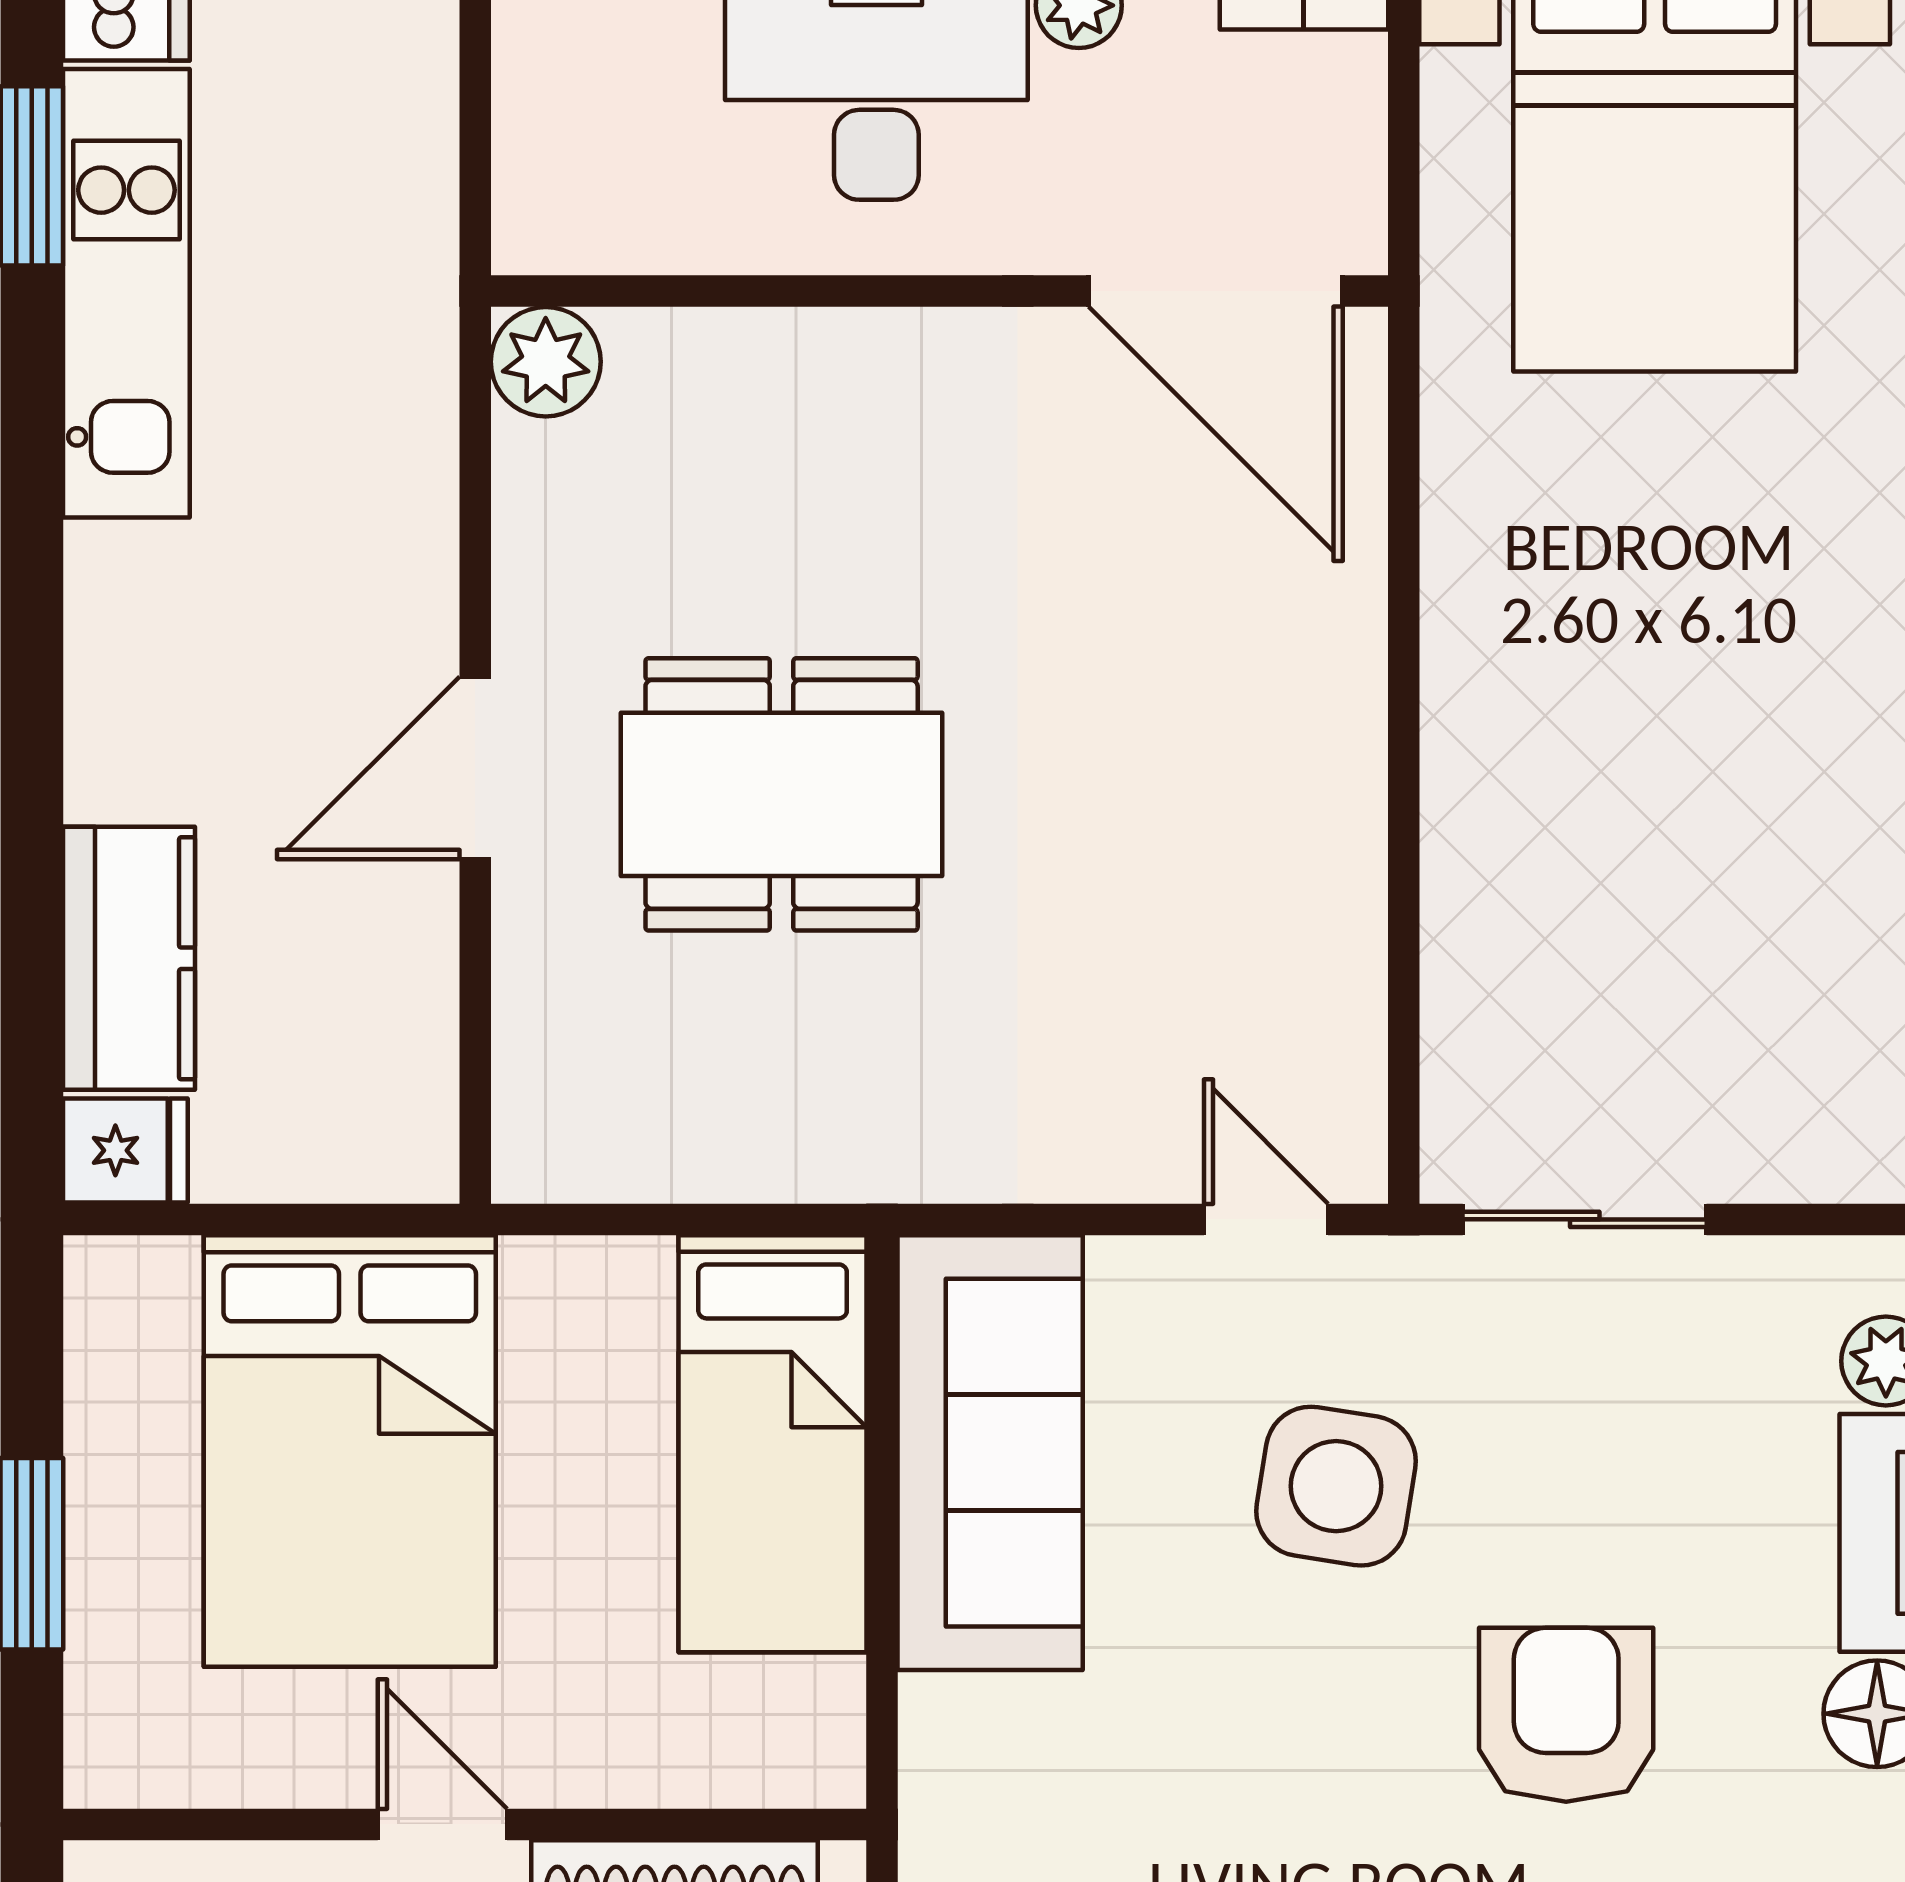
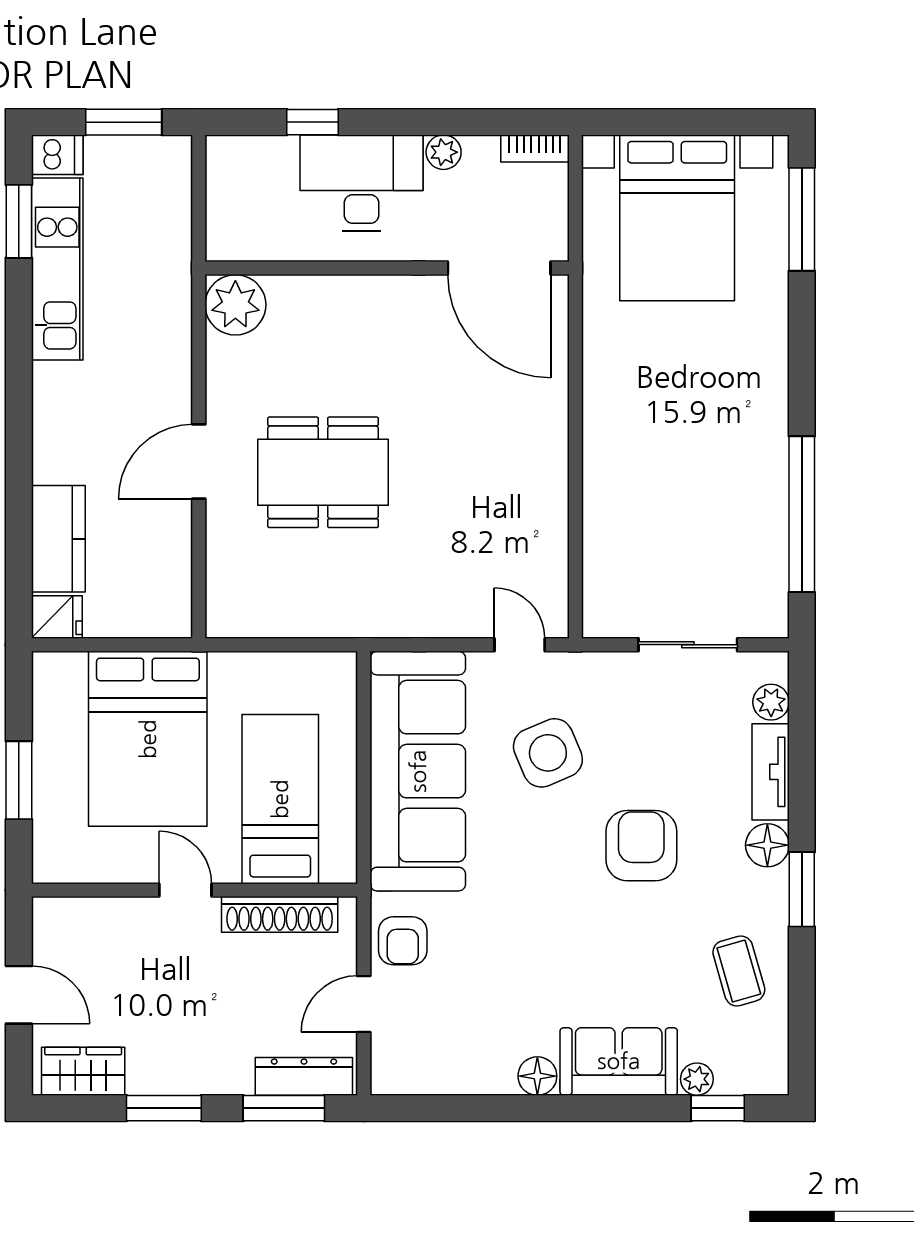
plant: (546, 362) -> (235, 305), width x1.36, depth x1.36
sliding door: (1585, 1219) -> (688, 645), moved
bed: (773, 1444) -> (280, 799), moved, turned 180
sofa: (990, 1453) -> (418, 771), width x1.36, depth x1.27
side table: (1336, 1486) -> (548, 753), turned -32

